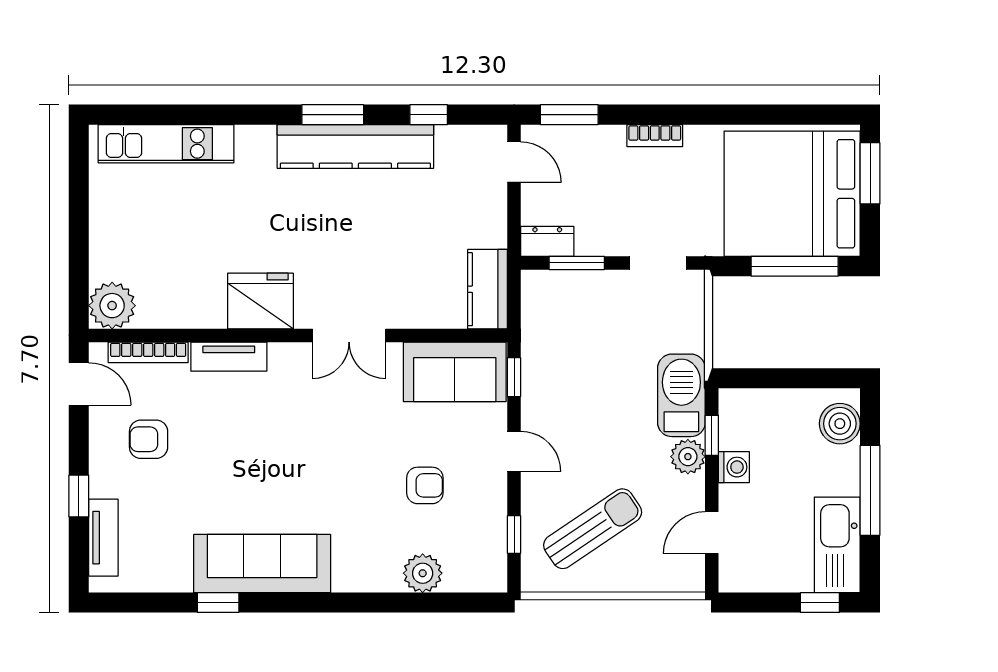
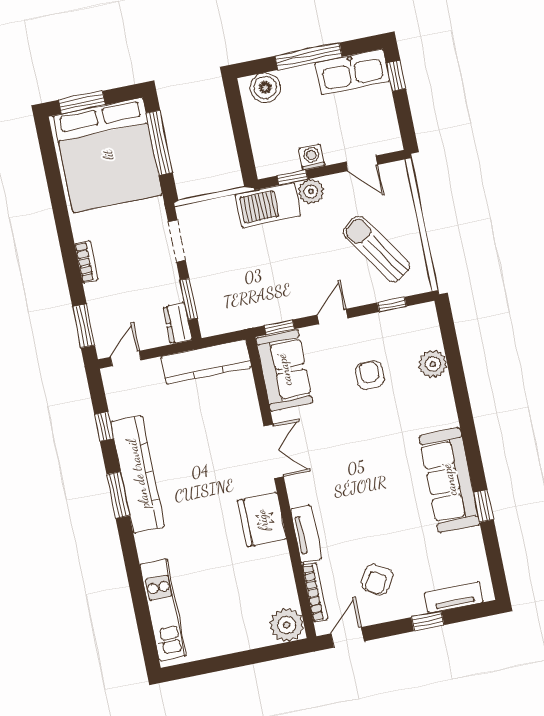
kitchen counter: (488, 289) -> (206, 362), width x1.50
armchair: (149, 439) -> (377, 580), turned 31

